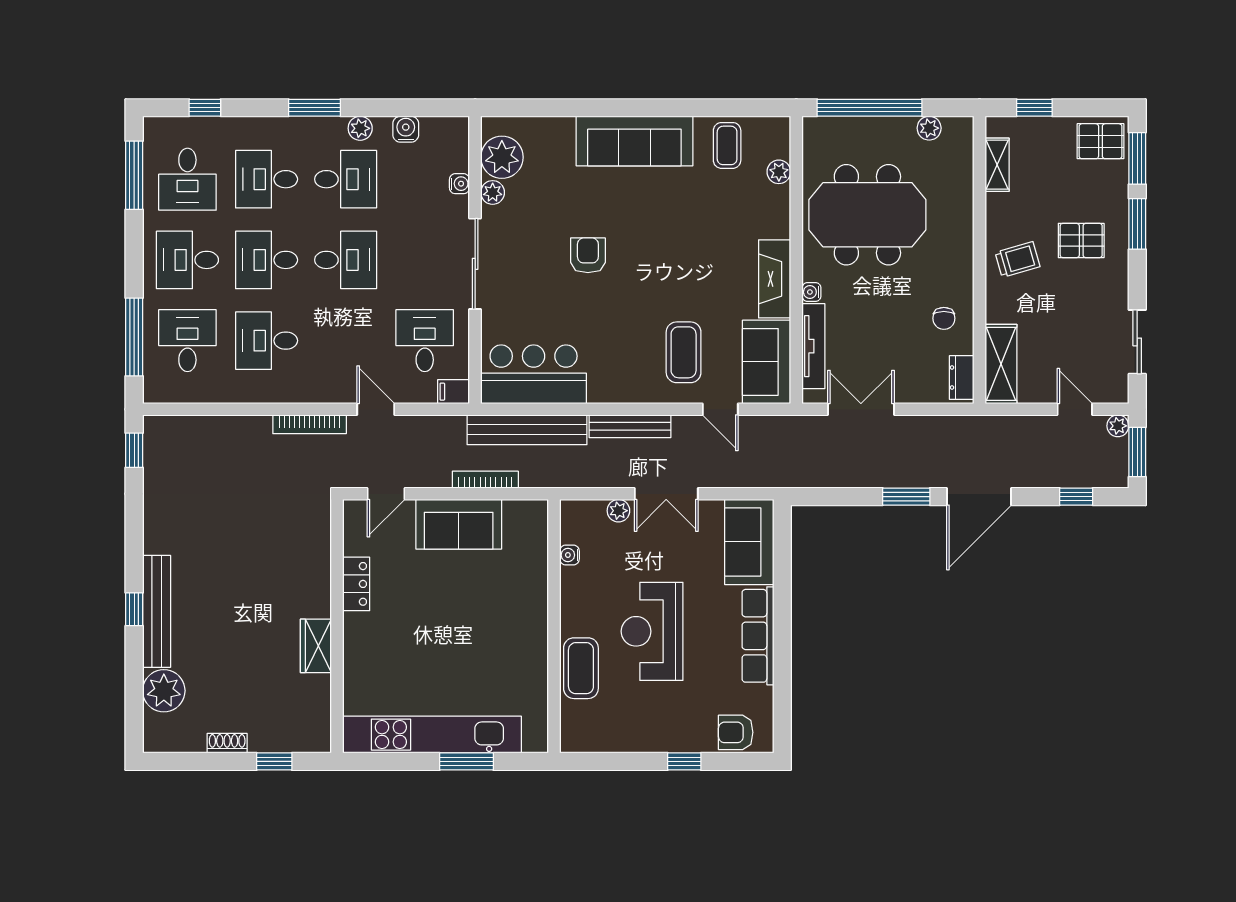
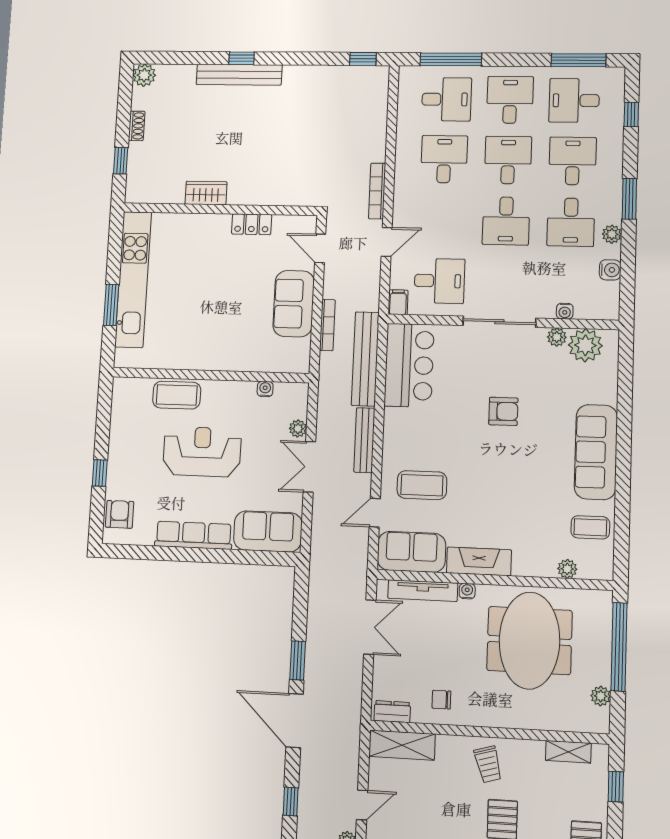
plant: (164, 691) -> (144, 75), moved, width x0.73, depth x0.73

